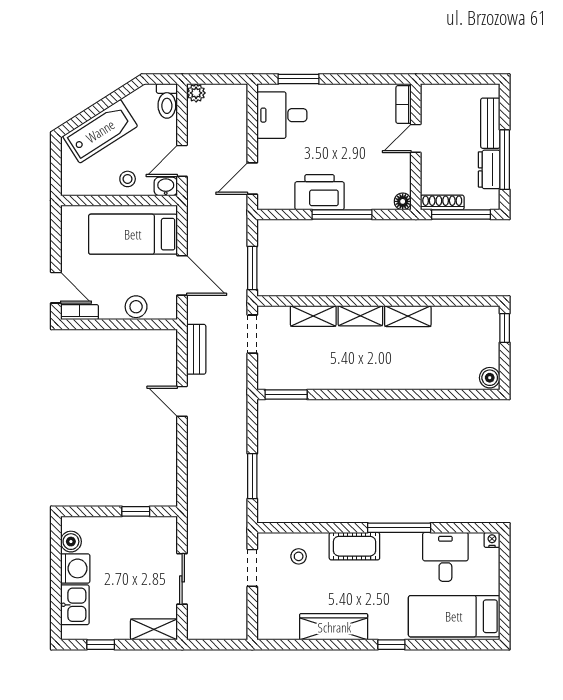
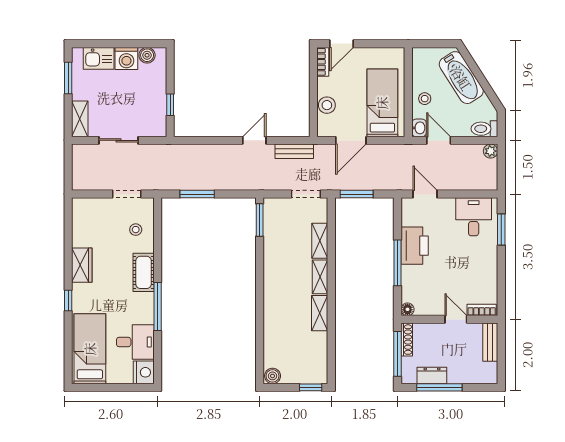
bench: (490, 123) -> (490, 342), moved, turned 90
nightstand: (492, 540) -> (144, 372), width x1.89, depth x1.79
wardrobe: (334, 627) -> (82, 265), width x0.67
window: (101, 645) -> (68, 78), width x1.50

